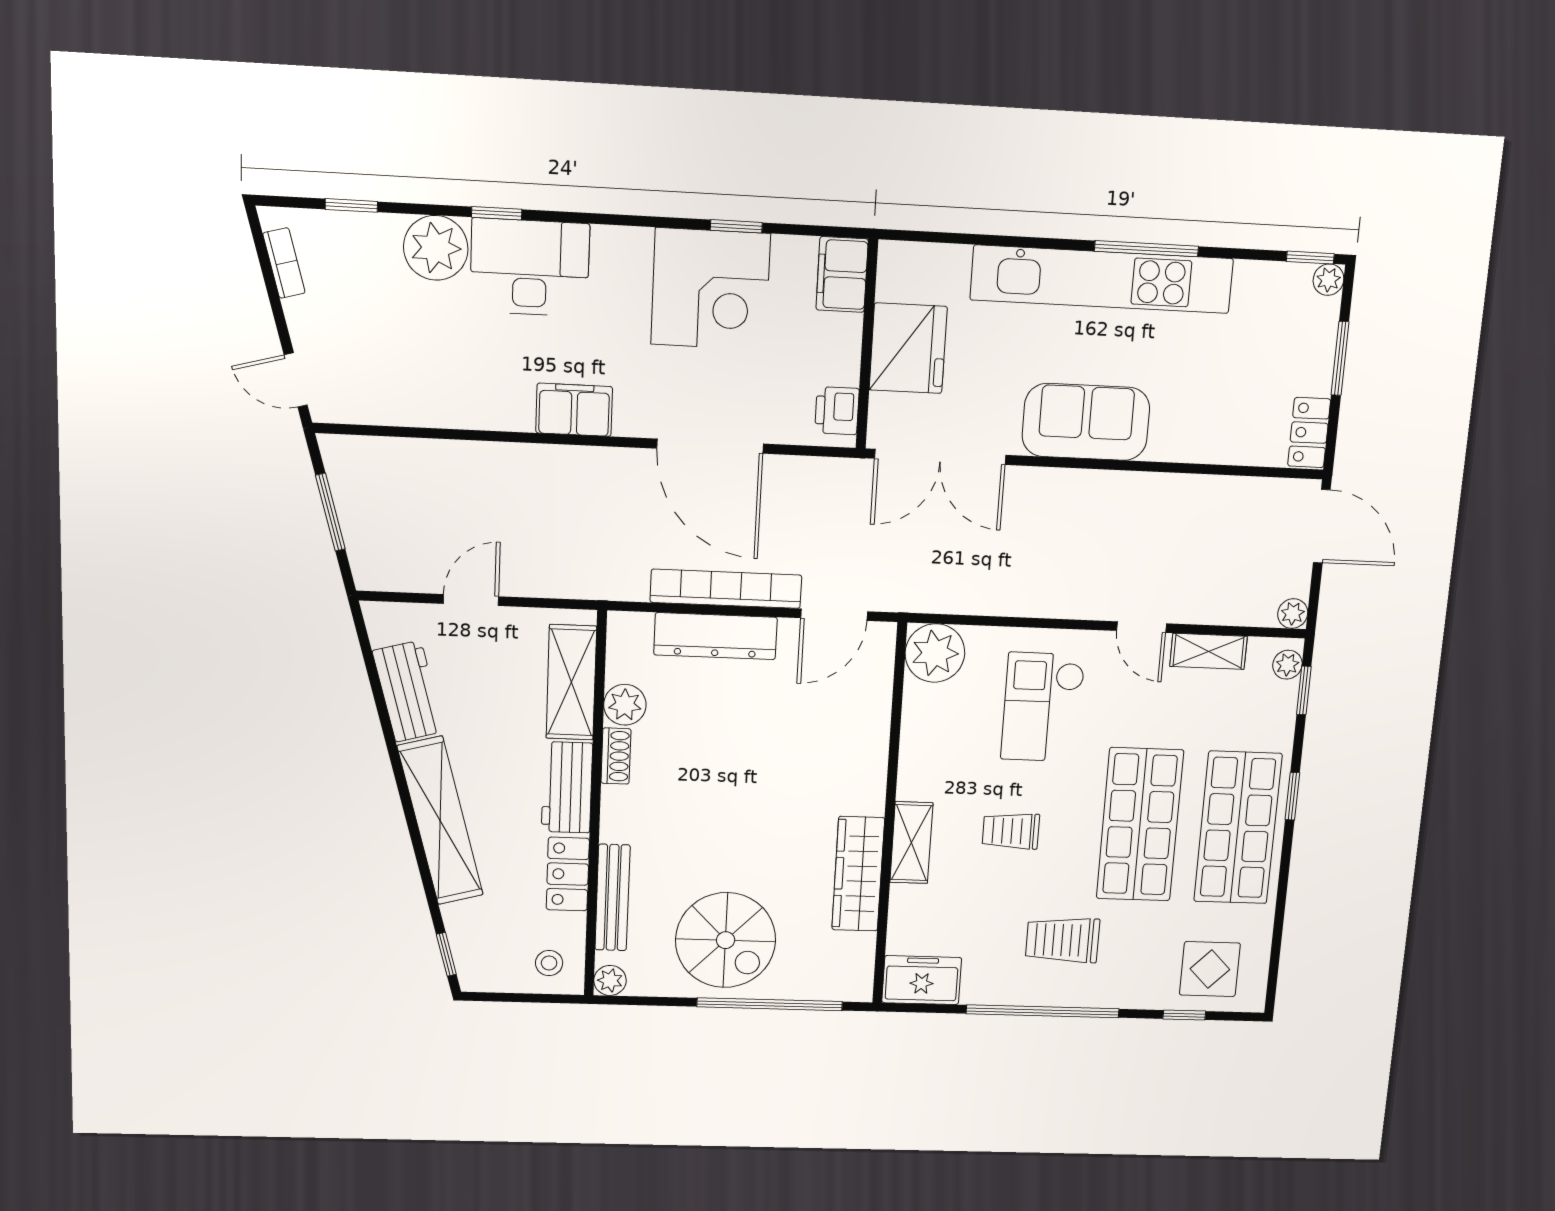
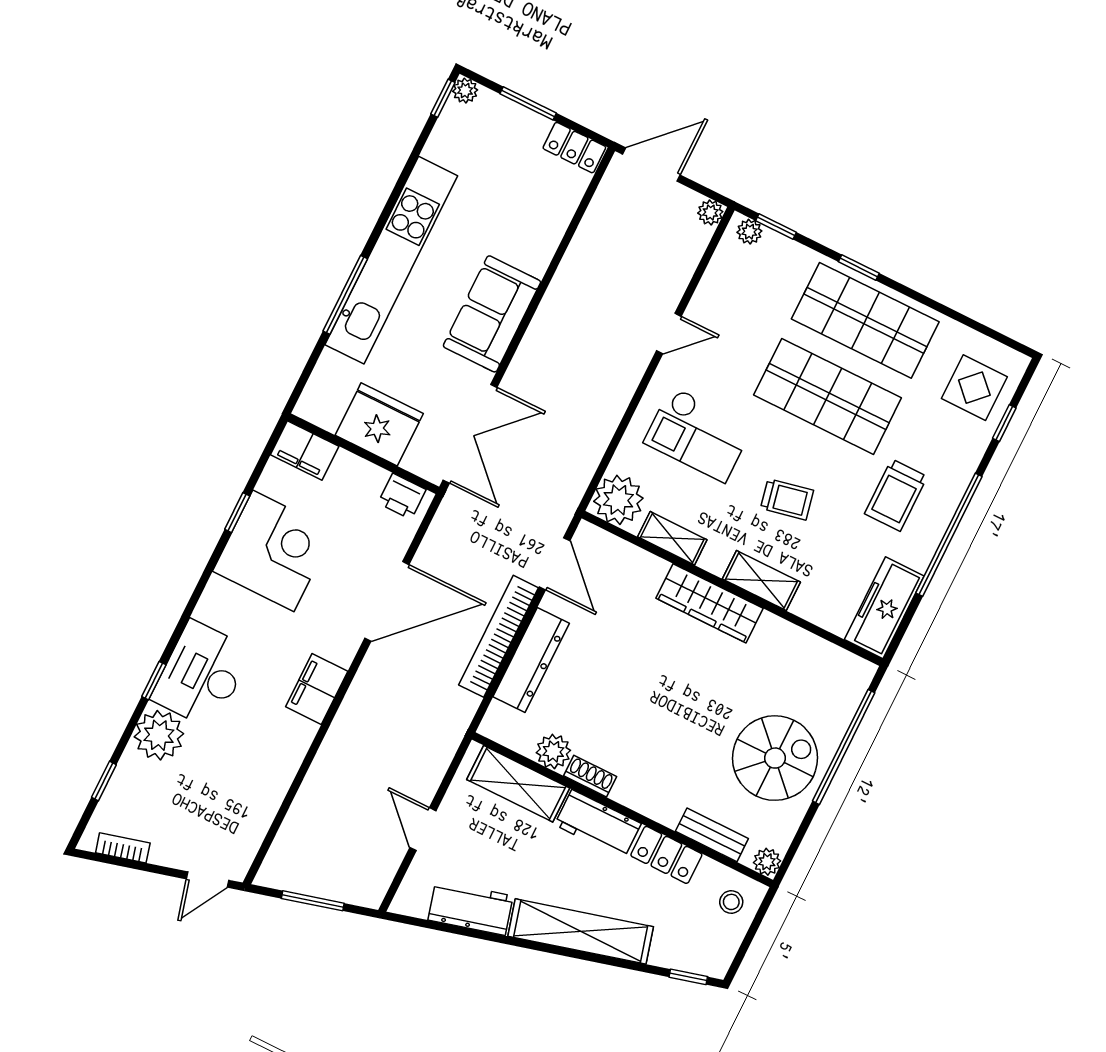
window: (1147, 249) -> (345, 295), moved
shelving: (1209, 651) -> (672, 538), moved, turned 90
trolley: (1011, 831) -> (787, 499), turned -102
wardrobe: (858, 874) -> (710, 603), moved
bench: (612, 898) -> (712, 835), width x0.73
freezer: (922, 980) -> (884, 608), width x1.40

